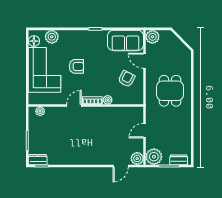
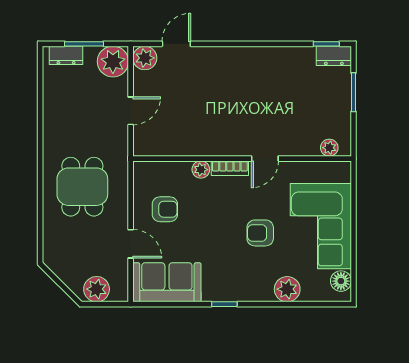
plant: (52, 37) -> (287, 289), moved
plant: (152, 37) -> (97, 289), moved
armchair: (127, 79) -> (165, 209), turned -117

